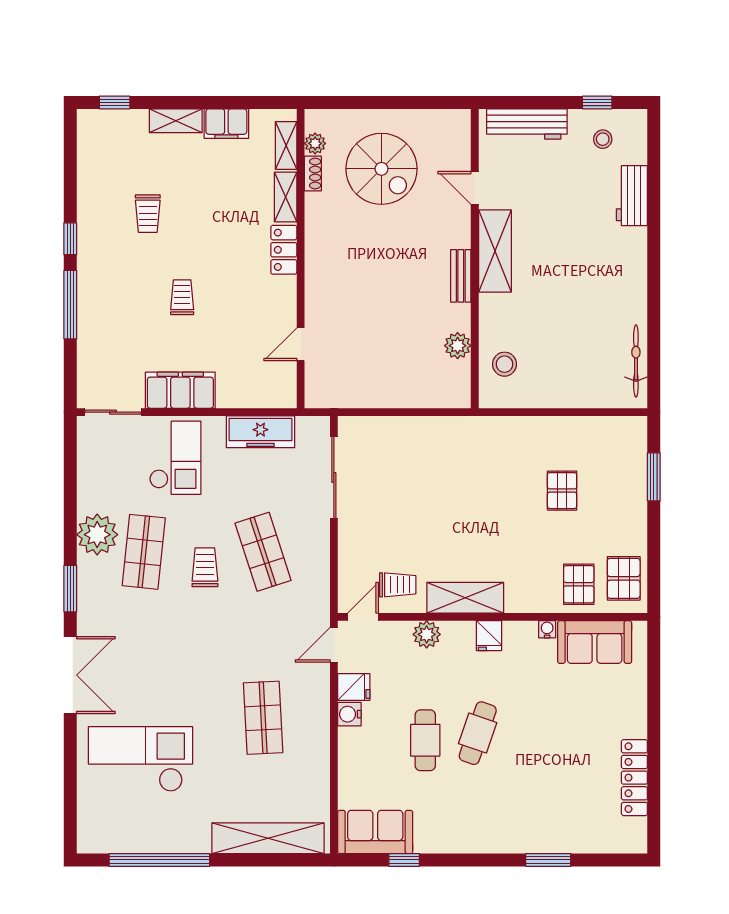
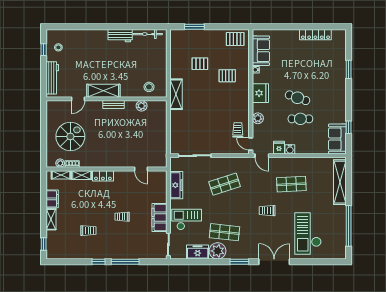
workbench: (632, 196) -> (120, 36), moved
freezer: (94, 485) -> (198, 252), added
trolley: (205, 567) -> (267, 211), moved
pallet: (579, 584) -> (227, 76), moved
shelving: (465, 598) -> (176, 94), moved
fridge: (489, 636) -> (260, 93), width x1.88, depth x1.34

